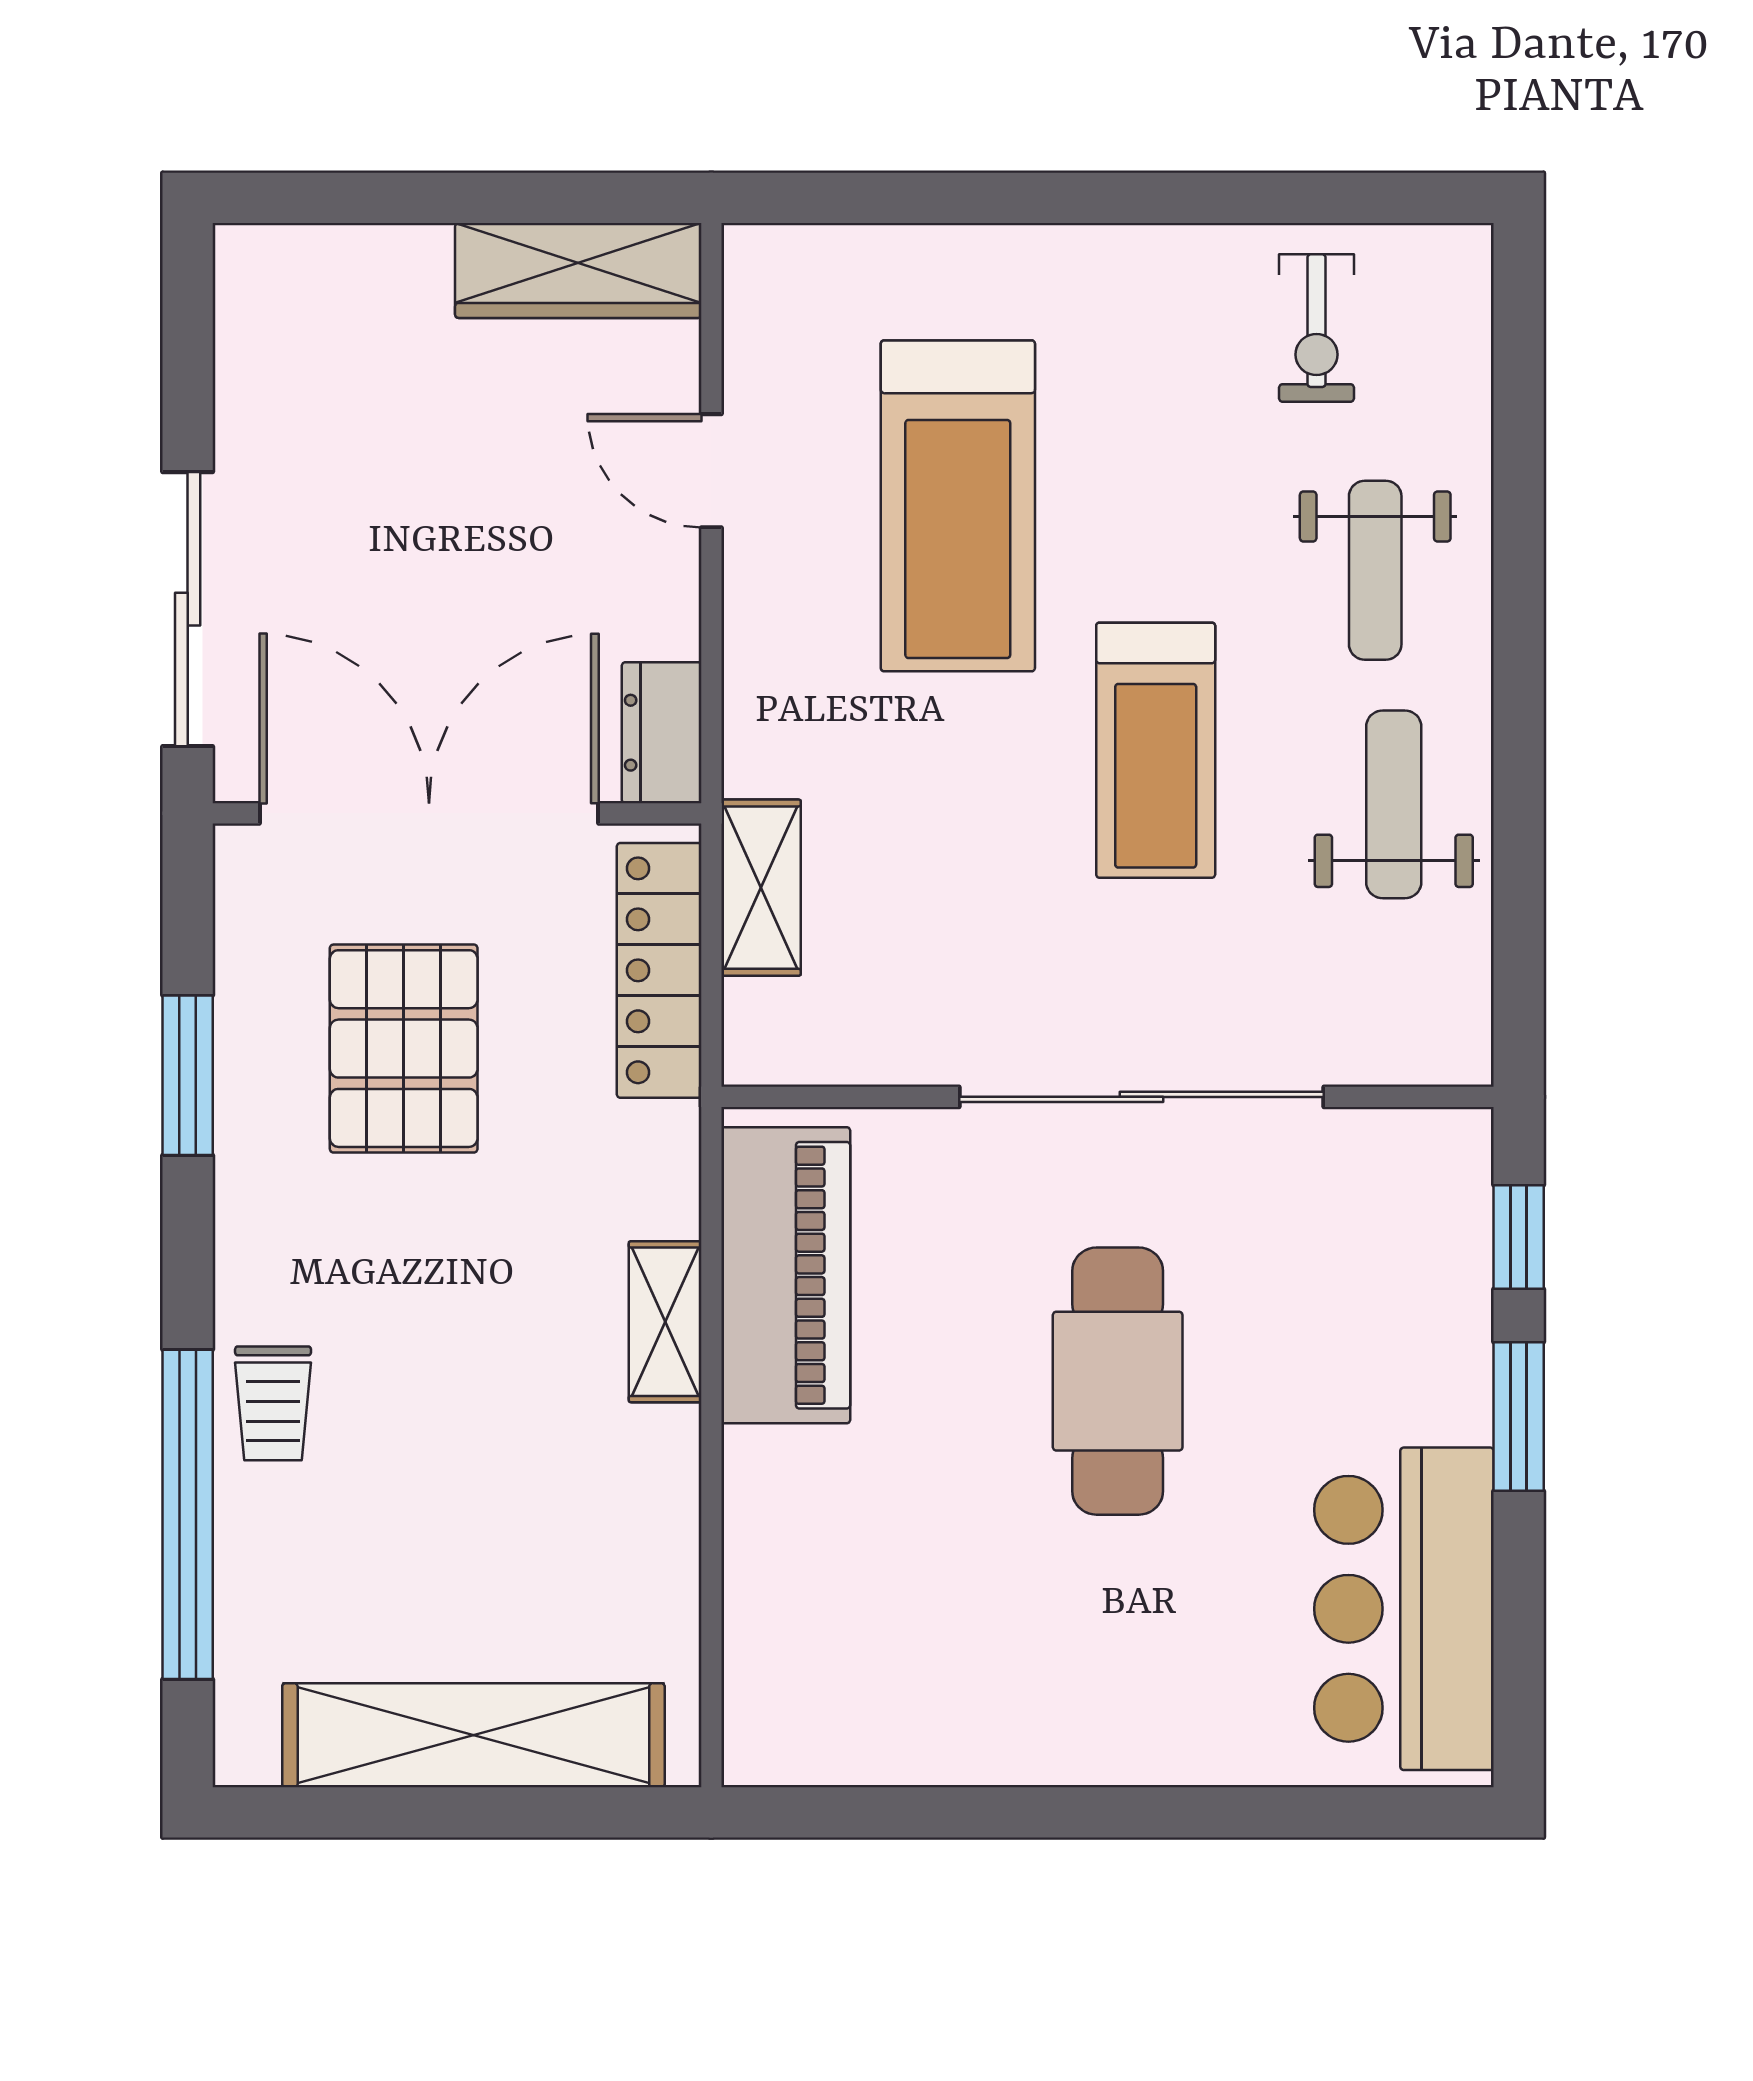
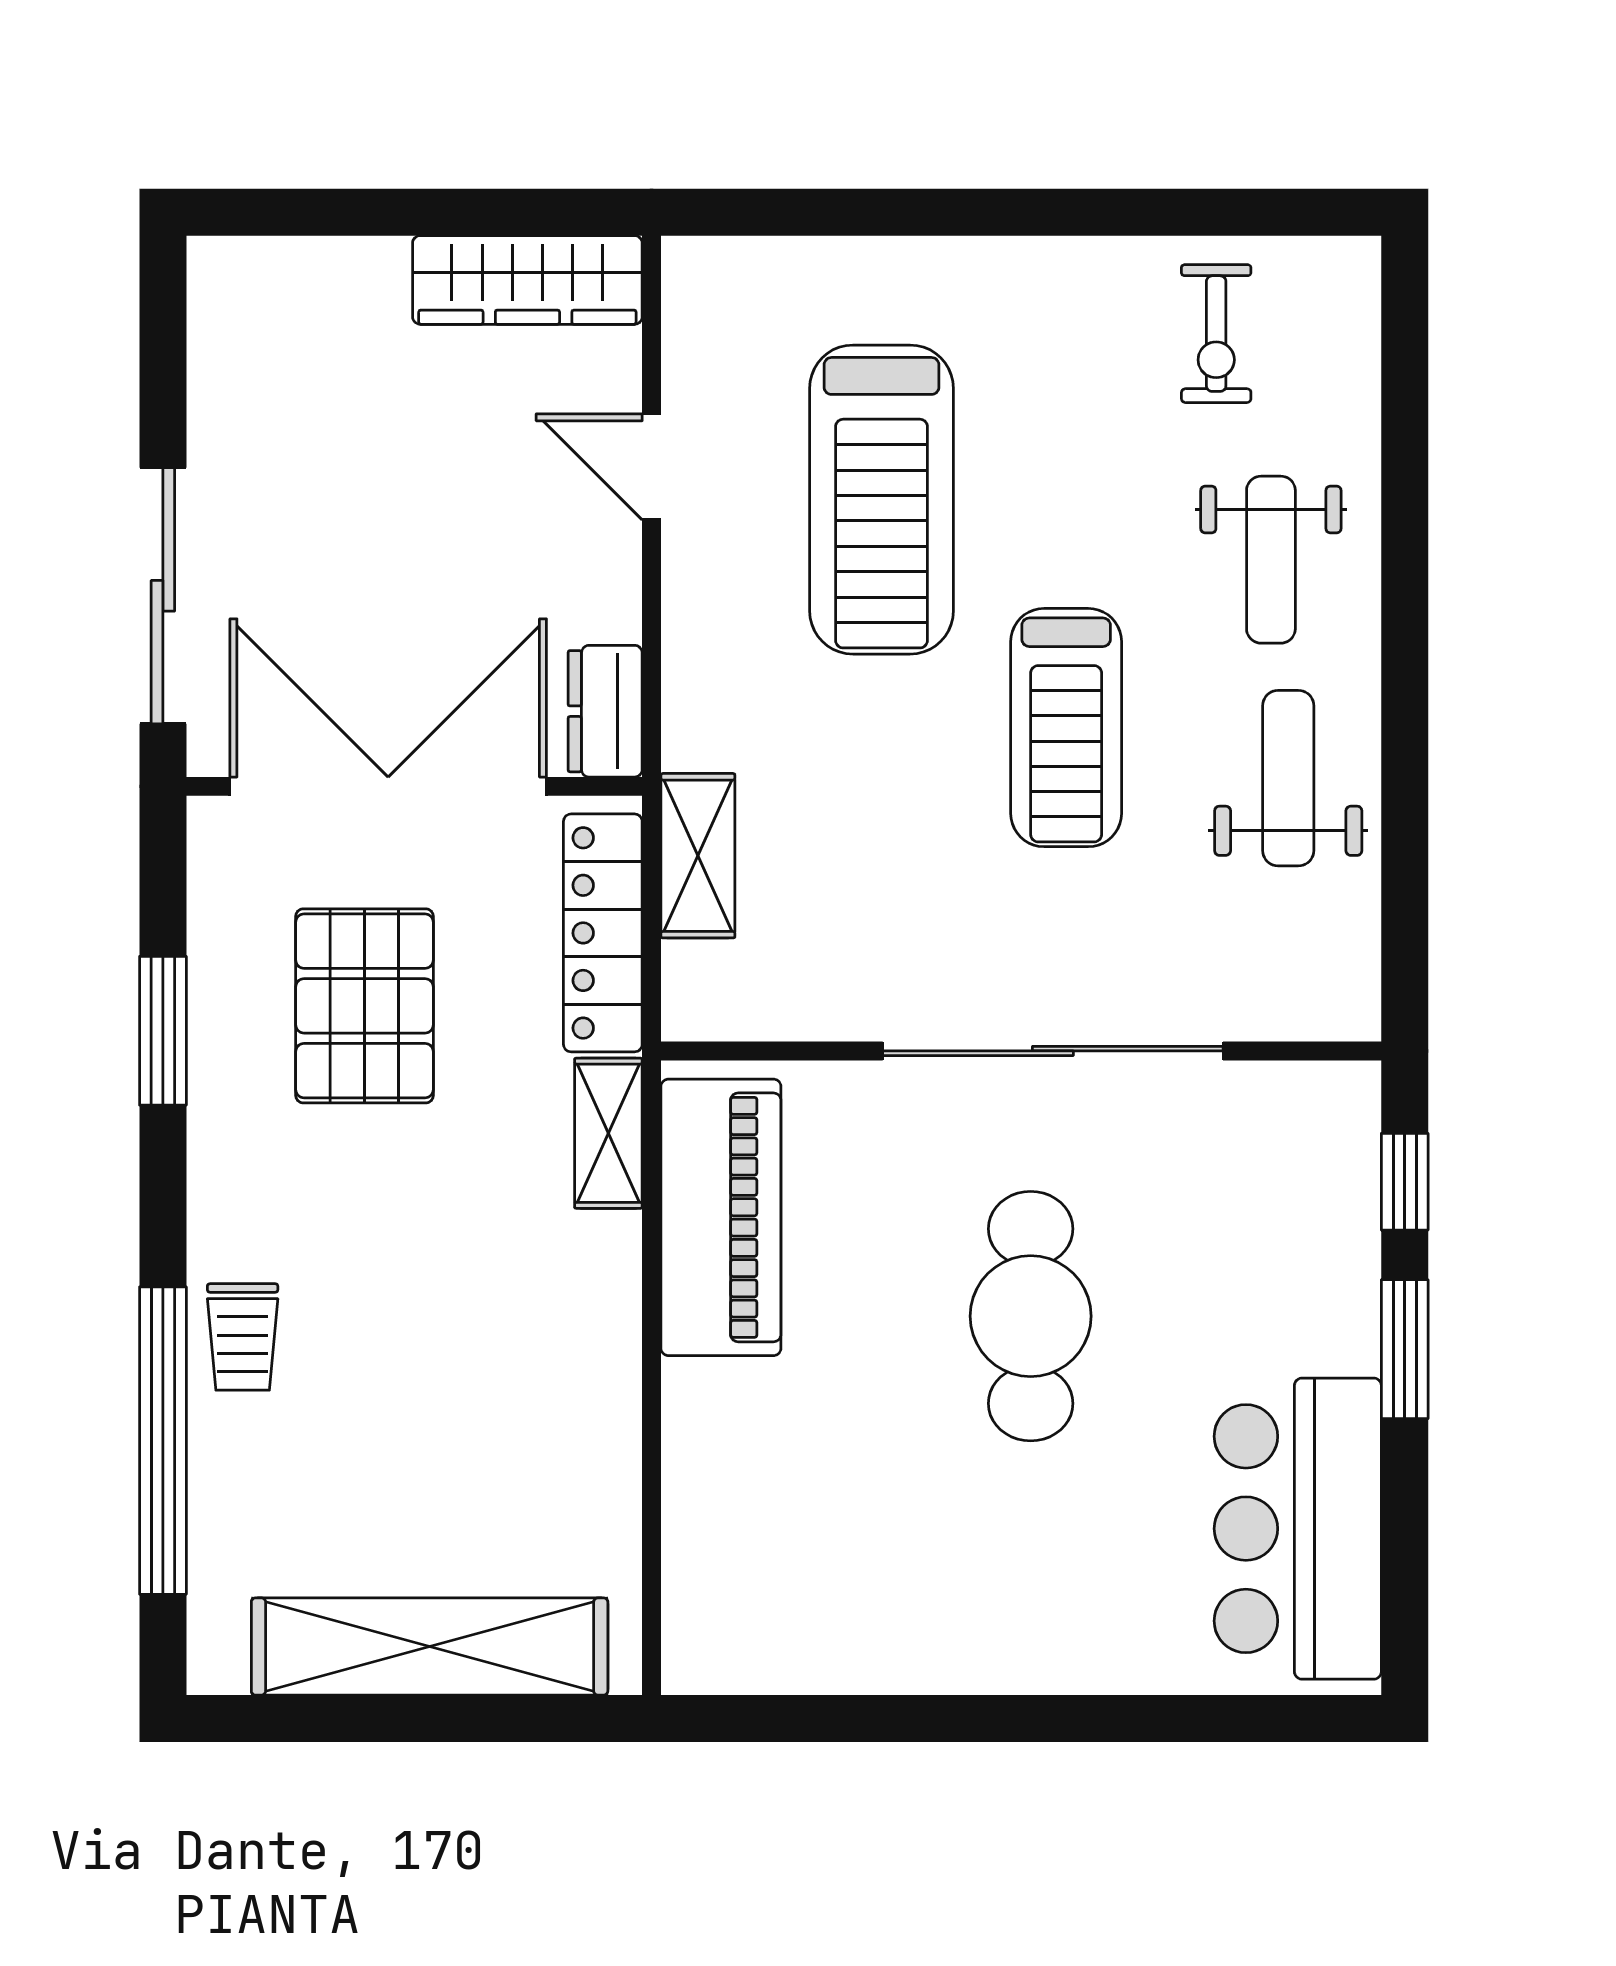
shelving: (665, 1322) -> (608, 1133), moved

